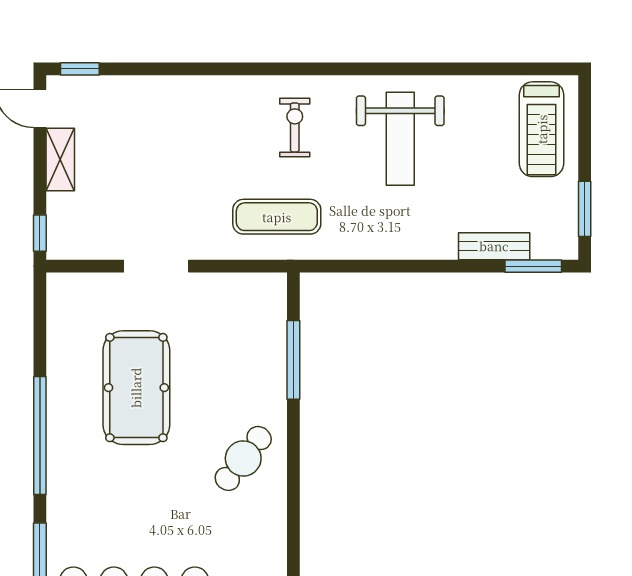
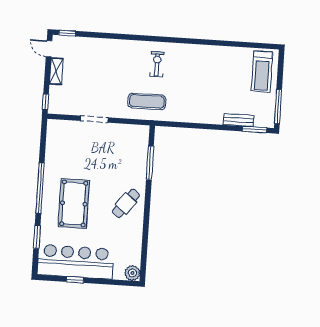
weight bench: (400, 139) -> (202, 72), removed
window: (585, 209) -> (278, 107), width x1.44
pool table: (136, 388) -> (74, 203), moved

